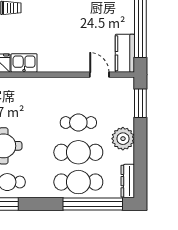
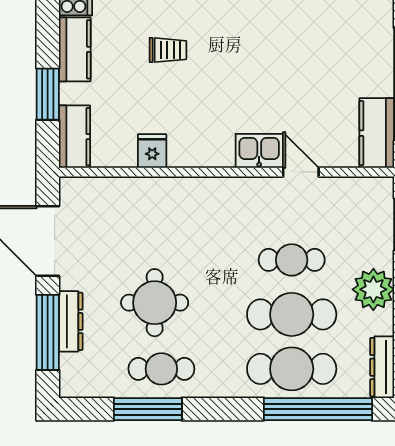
kitchen sink: (24, 63) -> (259, 151), moved
door: (99, 75) -> (301, 172), moved

